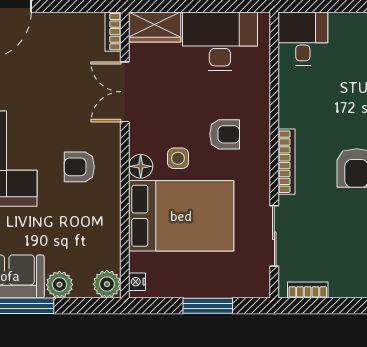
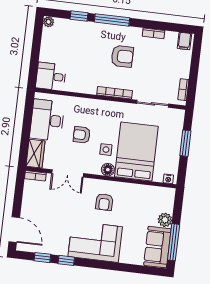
armchair: (225, 134) -> (82, 135), moved, turned -90
plant: (107, 284) -> (168, 195), removed

